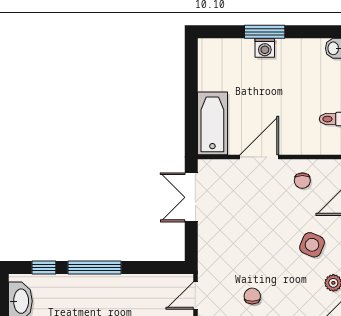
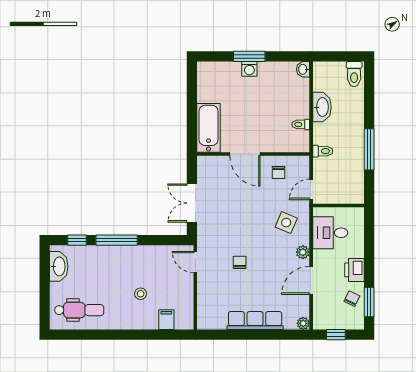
door: (259, 157) -> (245, 154), swing flipped
double door: (191, 197) -> (192, 203), moved
door: (195, 296) -> (195, 262), hinge flipped

